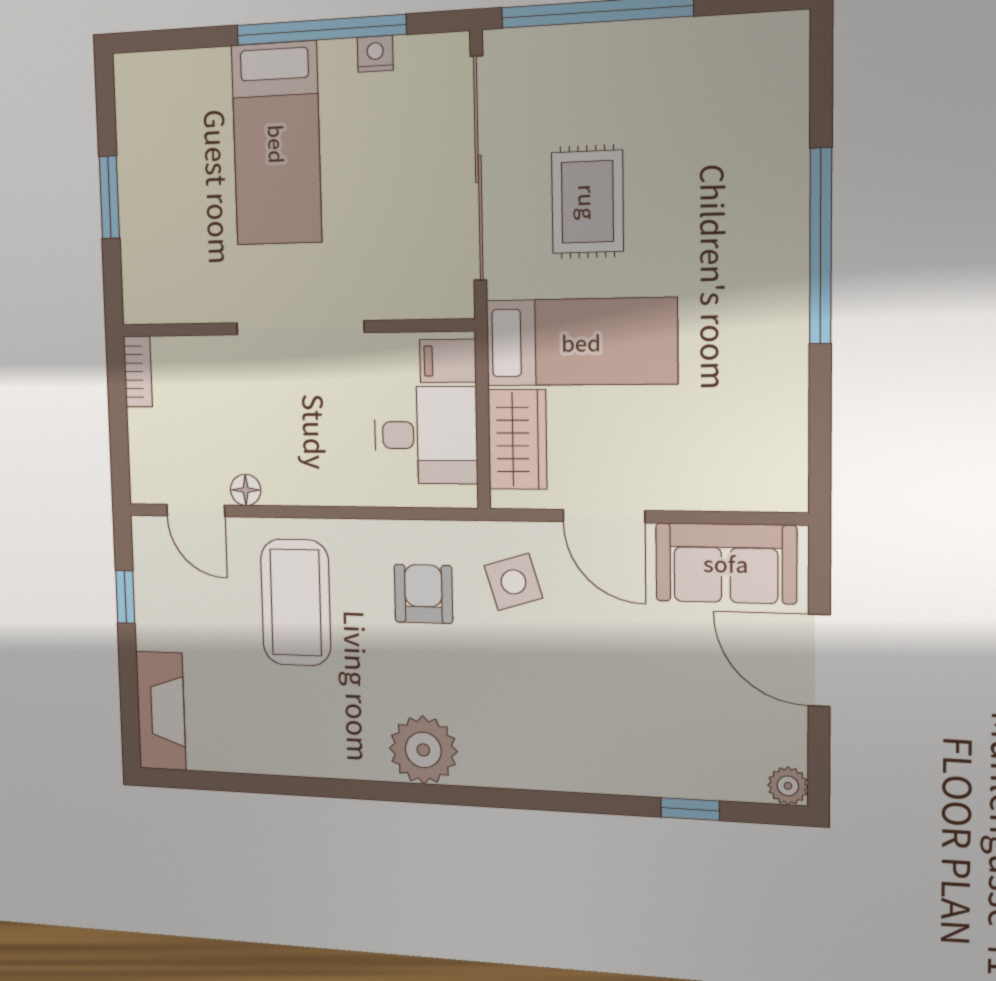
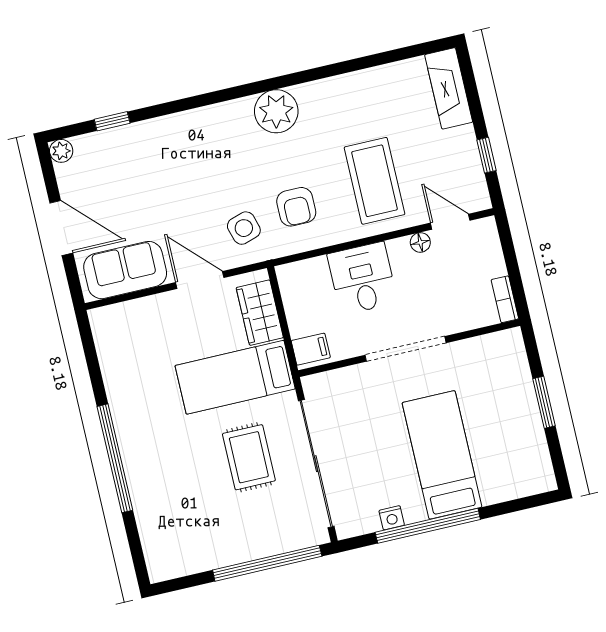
desk: (426, 435) -> (362, 278), moved, turned 90

